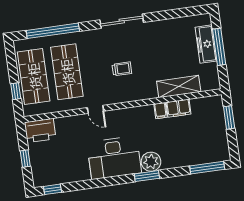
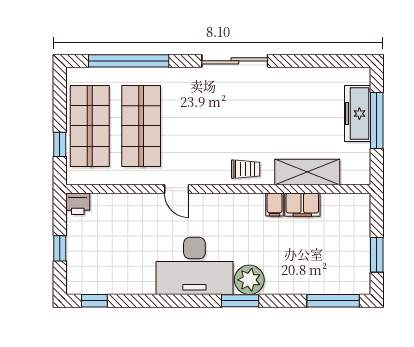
trolley: (122, 69) -> (246, 169), moved
window: (229, 117) -> (377, 255), moved
printer: (40, 130) -> (78, 204), width x0.53, depth x0.68

